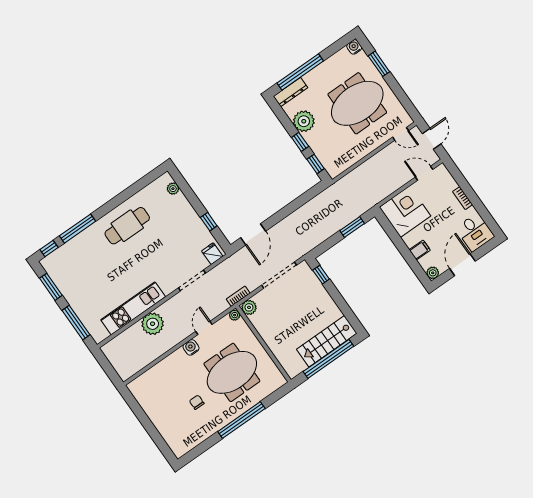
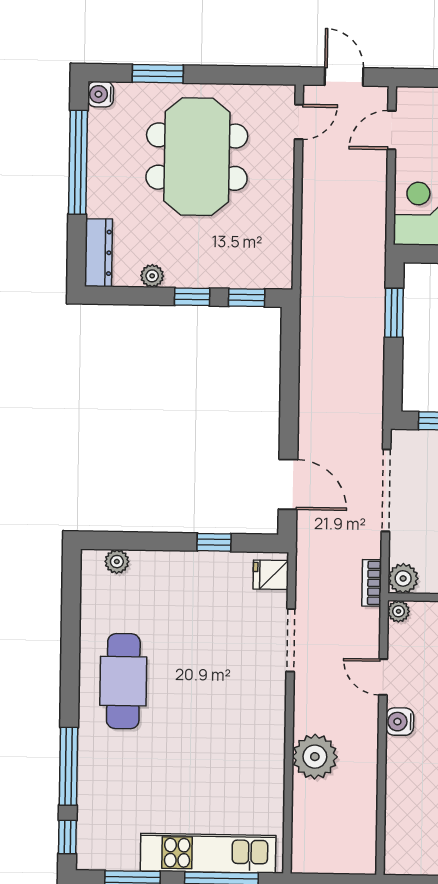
window: (300, 72) -> (78, 162), moved
plant: (304, 121) -> (152, 276), width x0.53, depth x0.53
kitchen unit: (133, 308) -> (208, 853), moved, turned 90

